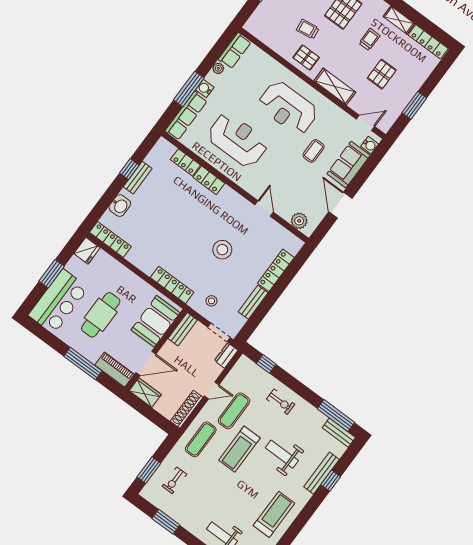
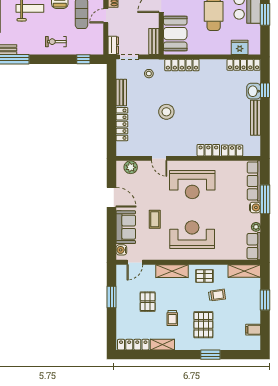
shelving: (263, 33) -> (244, 271), added
reception desk: (238, 140) -> (192, 185), moved
window: (129, 169) -> (265, 90), moved
bench: (138, 178) -> (256, 118), width x1.36
fridge: (87, 251) -> (240, 47), moved, turned 90

